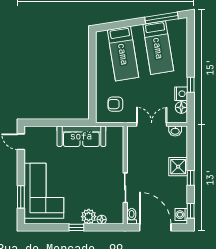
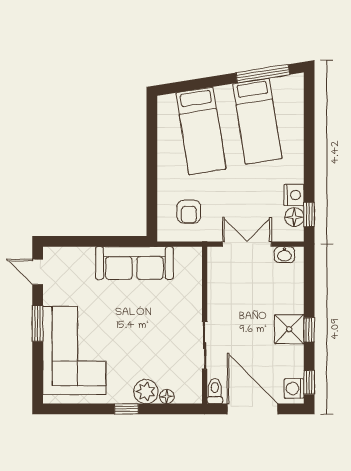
window: (191, 85) -> (309, 215), moved
armchair: (115, 104) -> (189, 212), turned -90
shower: (178, 167) -> (289, 329), moved
window: (21, 197) -> (38, 323), moved

